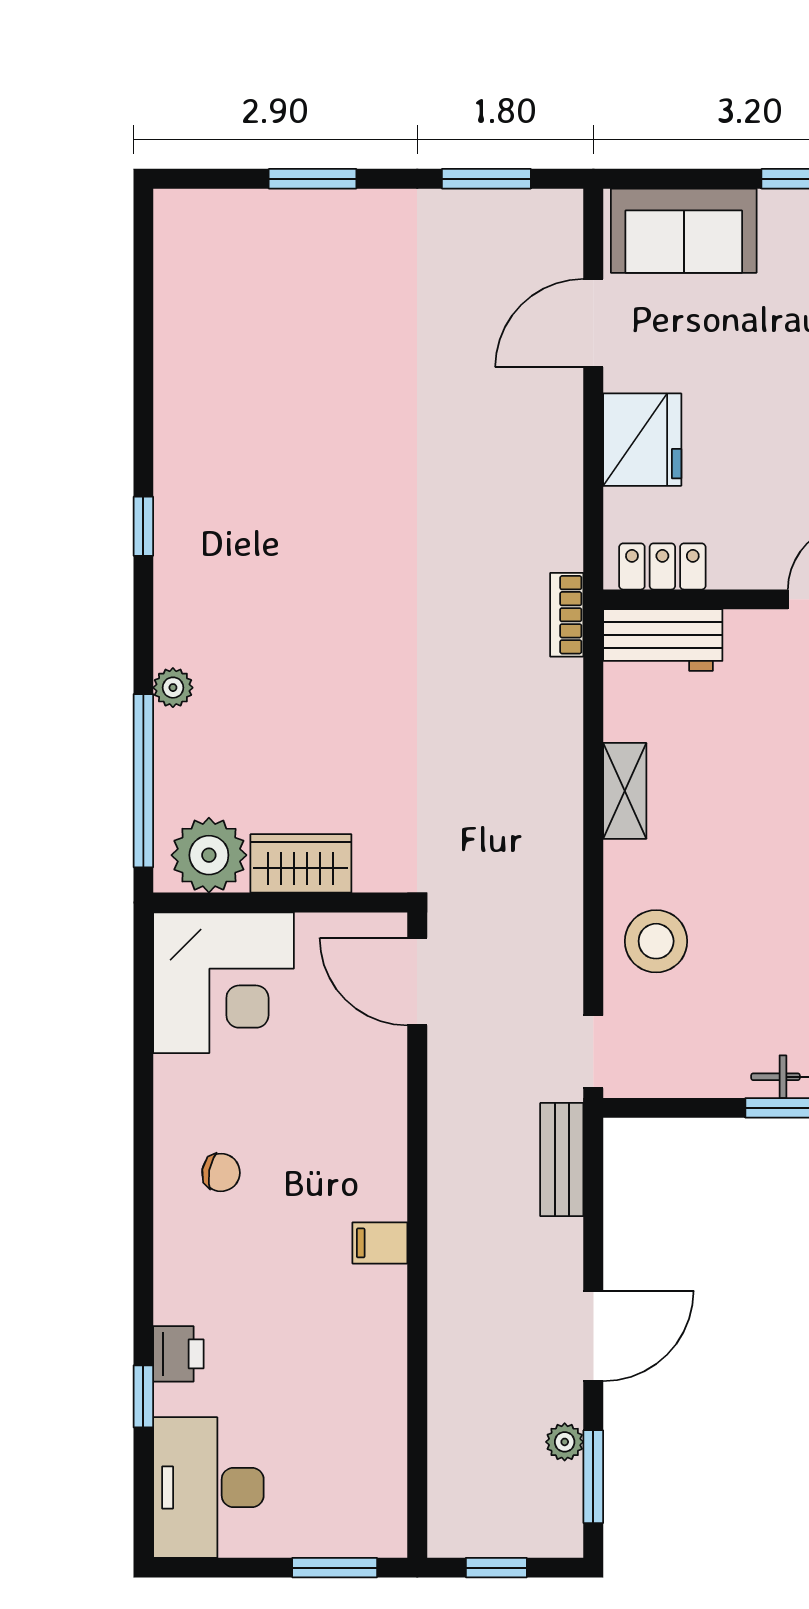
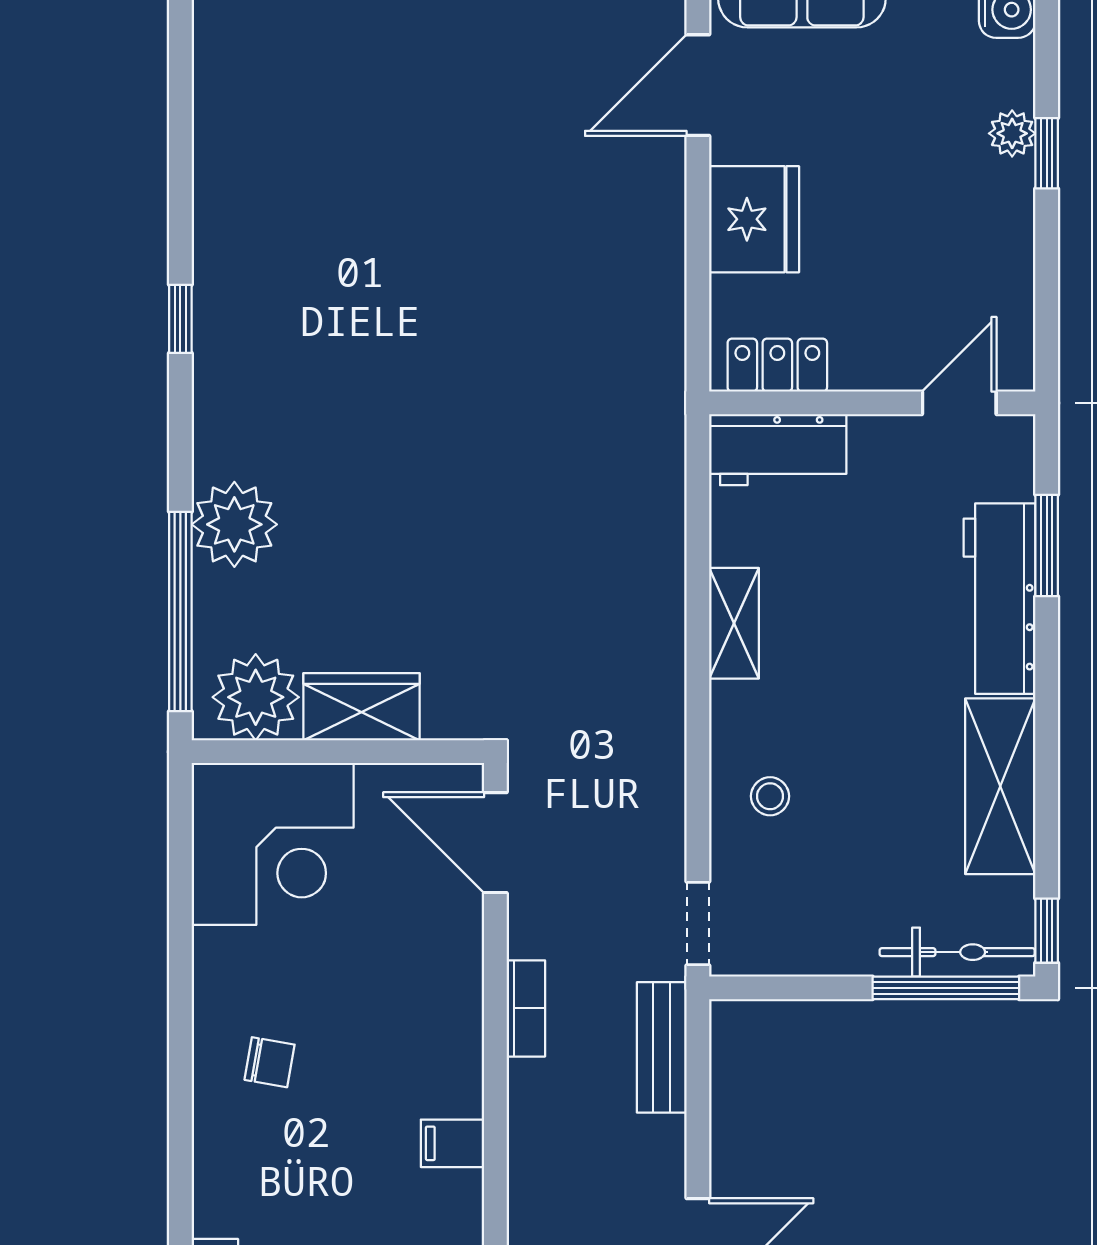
bookcase: (567, 615) -> (526, 1008), moved, turned 180
plant: (173, 688) -> (234, 524), width x1.87, depth x1.87
stool: (656, 941) -> (770, 796), width x0.53, depth x0.53

